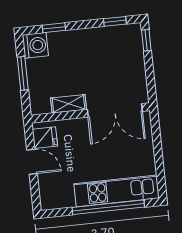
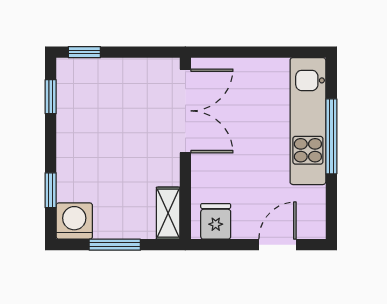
shelving: (69, 104) -> (168, 213), moved
door: (32, 162) -> (278, 245), moved
window: (108, 207) -> (331, 136), width x0.68

